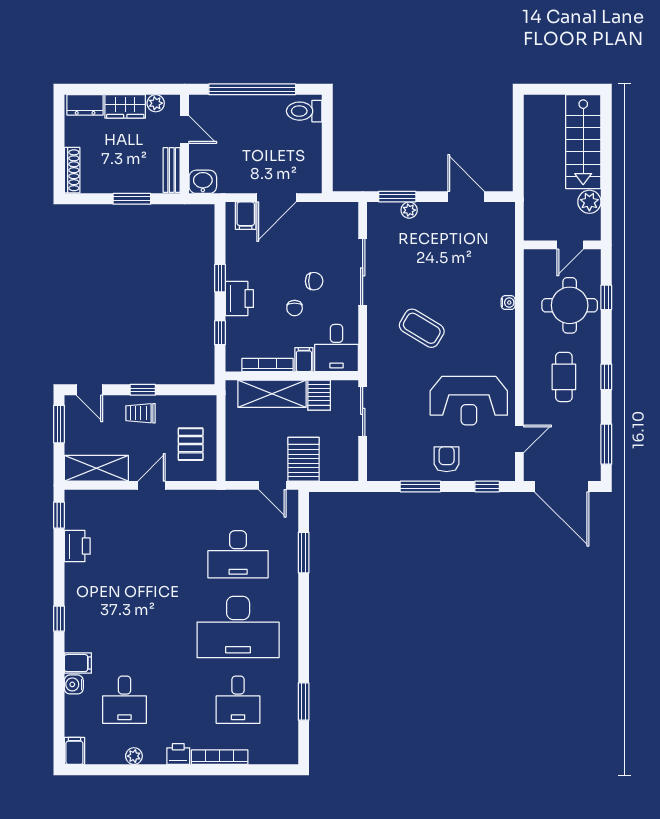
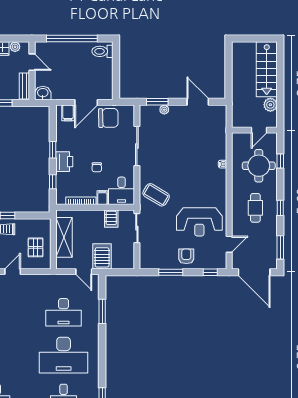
chair: (314, 281) -> (108, 118), moved, width x1.87, depth x1.87
coffee table: (422, 328) -> (156, 195), moved
shelving: (272, 394) -> (64, 237), moved, turned 90

